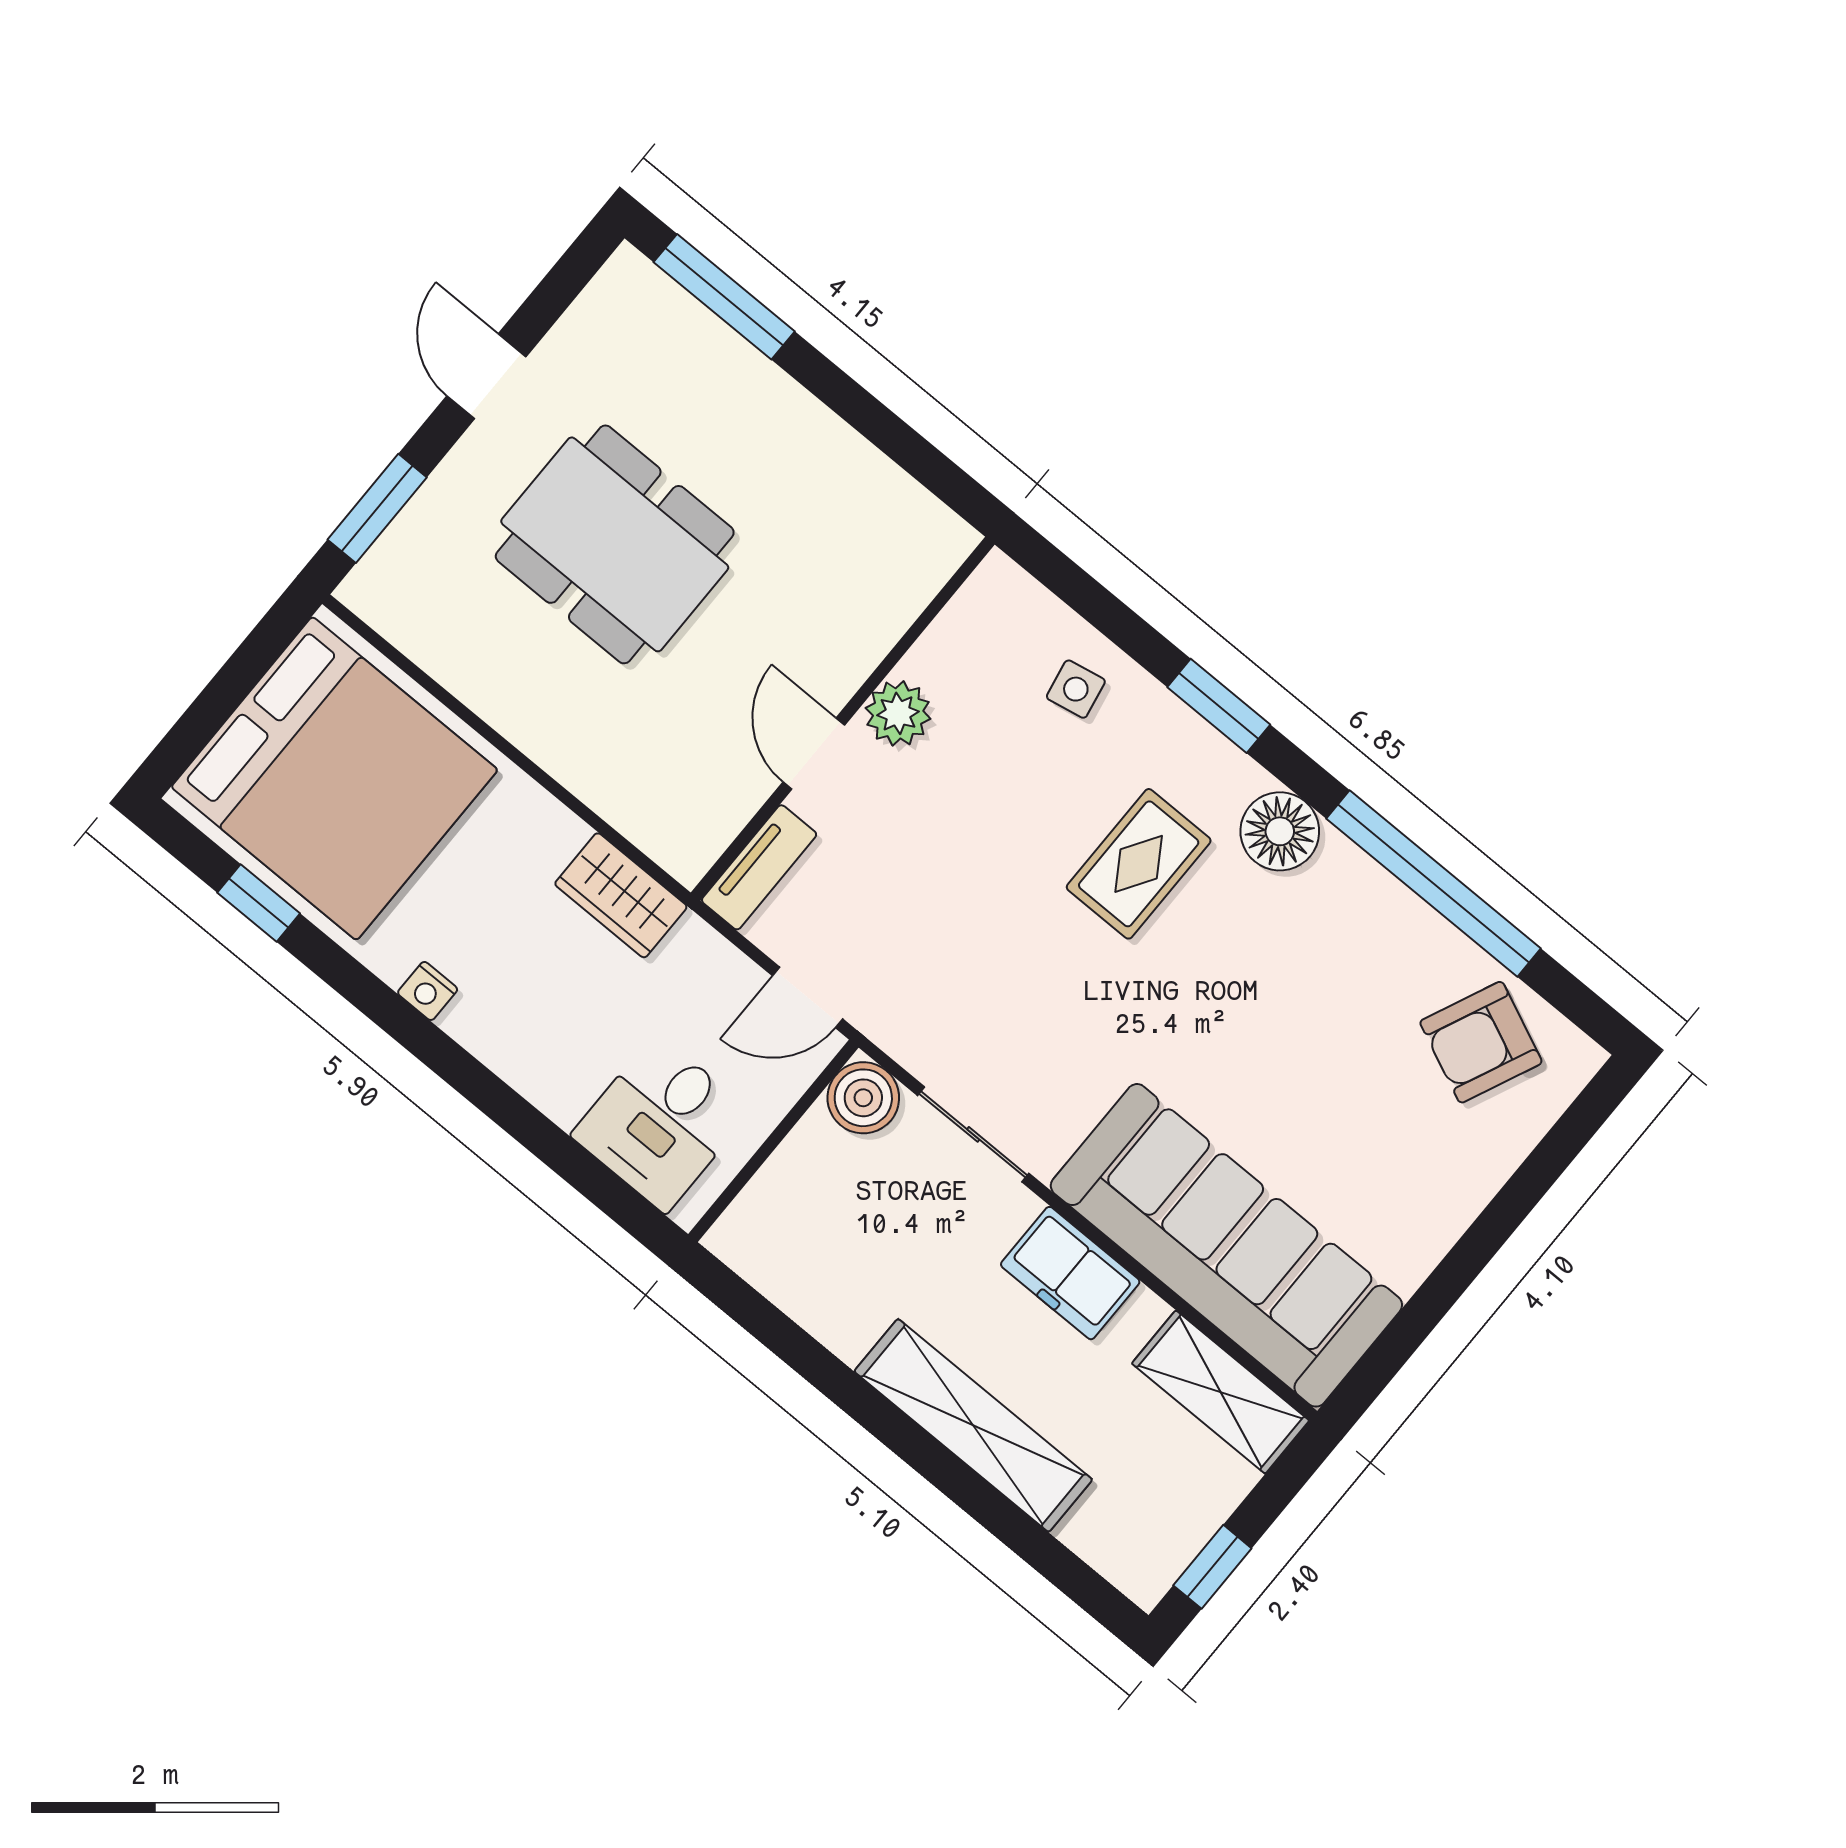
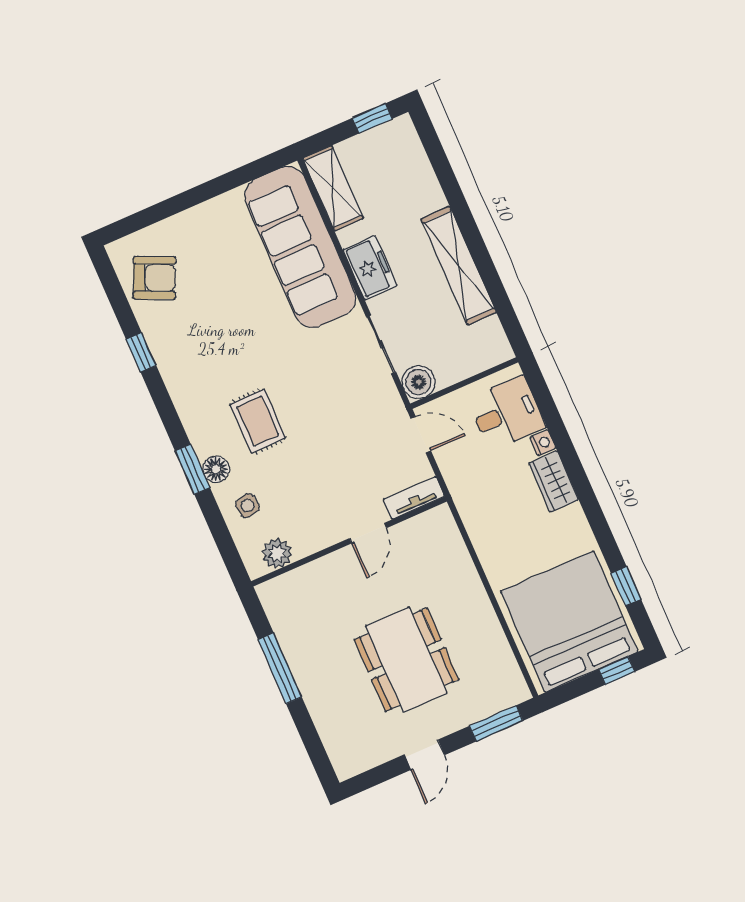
window: (724, 297) -> (280, 668), moved
plant: (898, 713) -> (277, 553), moved
window: (194, 730) -> (617, 670), added
floor lamp: (1280, 831) -> (216, 469), moved, width x0.73, depth x0.73
rug: (1139, 864) -> (258, 421), turned 90
window: (1434, 884) -> (141, 352), width x0.32
wardrobe: (621, 895) -> (554, 481), moved, turned 180
nightstand: (428, 991) -> (543, 443), moved
shelving: (973, 1425) -> (459, 266), moved

